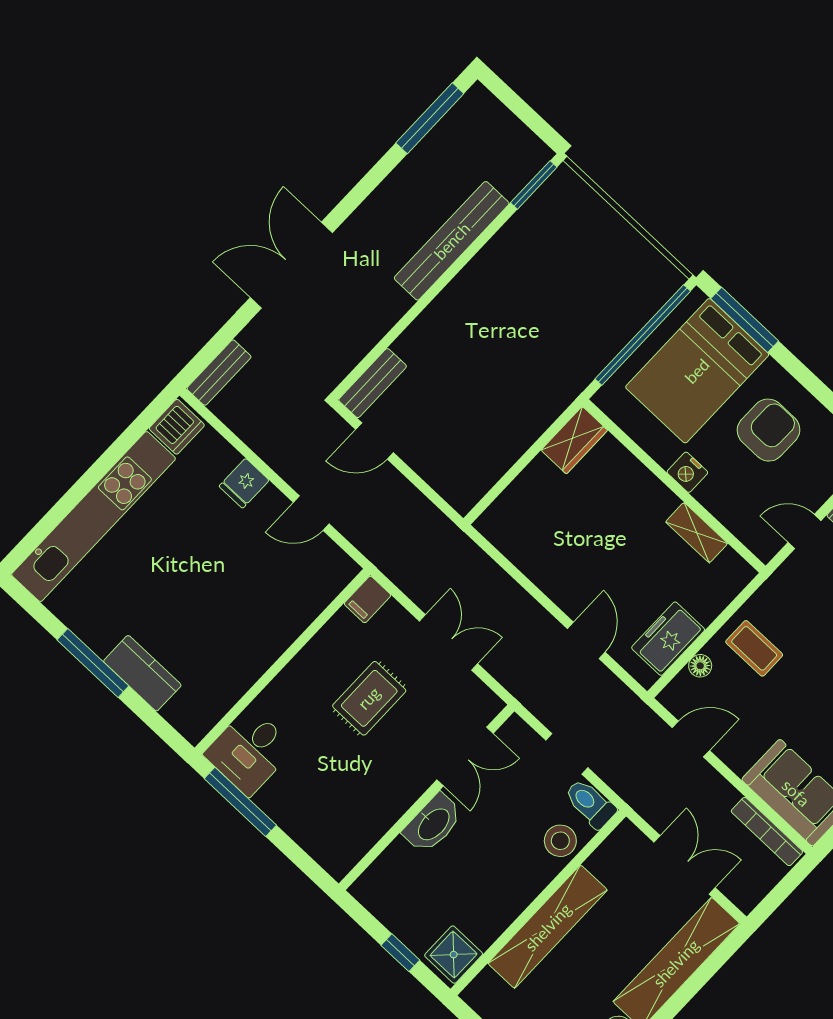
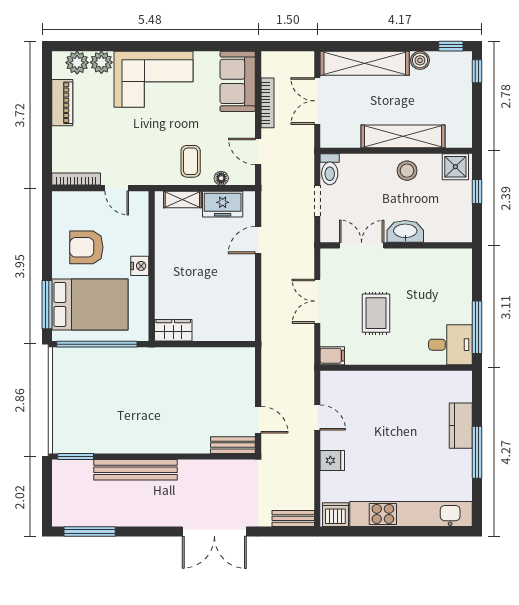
shelving: (697, 533) -> (182, 200), moved, turned 90
rug: (369, 698) -> (376, 313), turned 90
bookcase: (767, 832) -> (267, 103), moved
stool: (560, 841) -> (407, 171), moved

